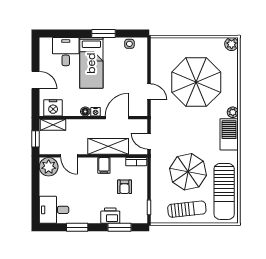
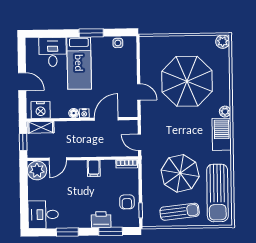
shelving: (108, 146) -> (98, 149), removed
door: (69, 156) -> (58, 159), hinge flipped
armchair: (125, 187) -> (127, 202), moved

